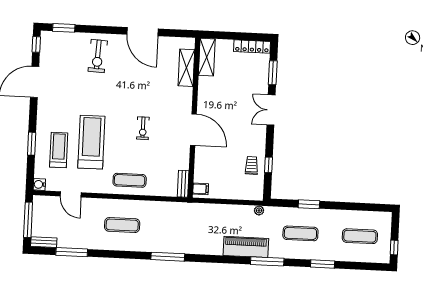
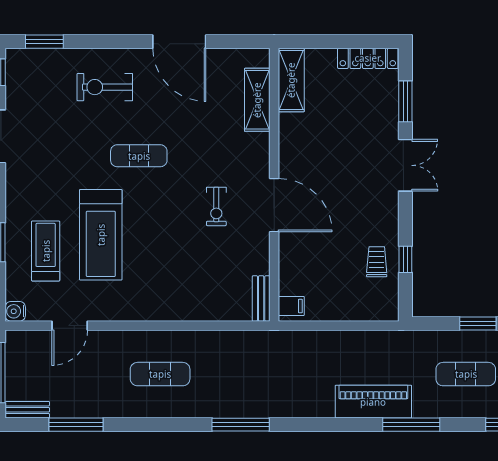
exercise bike: (98, 56) -> (105, 87), turned 87
double door: (271, 110) -> (405, 165), swing flipped
exercise bike: (143, 128) -> (216, 206), moved
treadmill: (91, 142) -> (101, 235), turned 180
exercise mat: (130, 180) -> (139, 156), moved
door: (71, 194) -> (70, 326), hinge flipped
plant: (259, 210) -> (393, 338), removed

